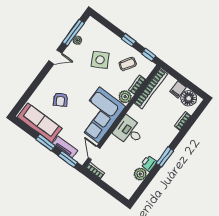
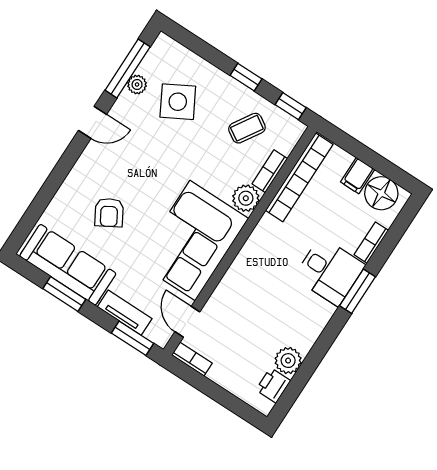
side table: (100, 60) -> (178, 102), moved
desk: (129, 131) -> (329, 271), moved, turned 180
window: (46, 143) -> (64, 294), moved
window: (165, 157) -> (358, 291), moved
printer: (149, 163) -> (273, 385), moved

